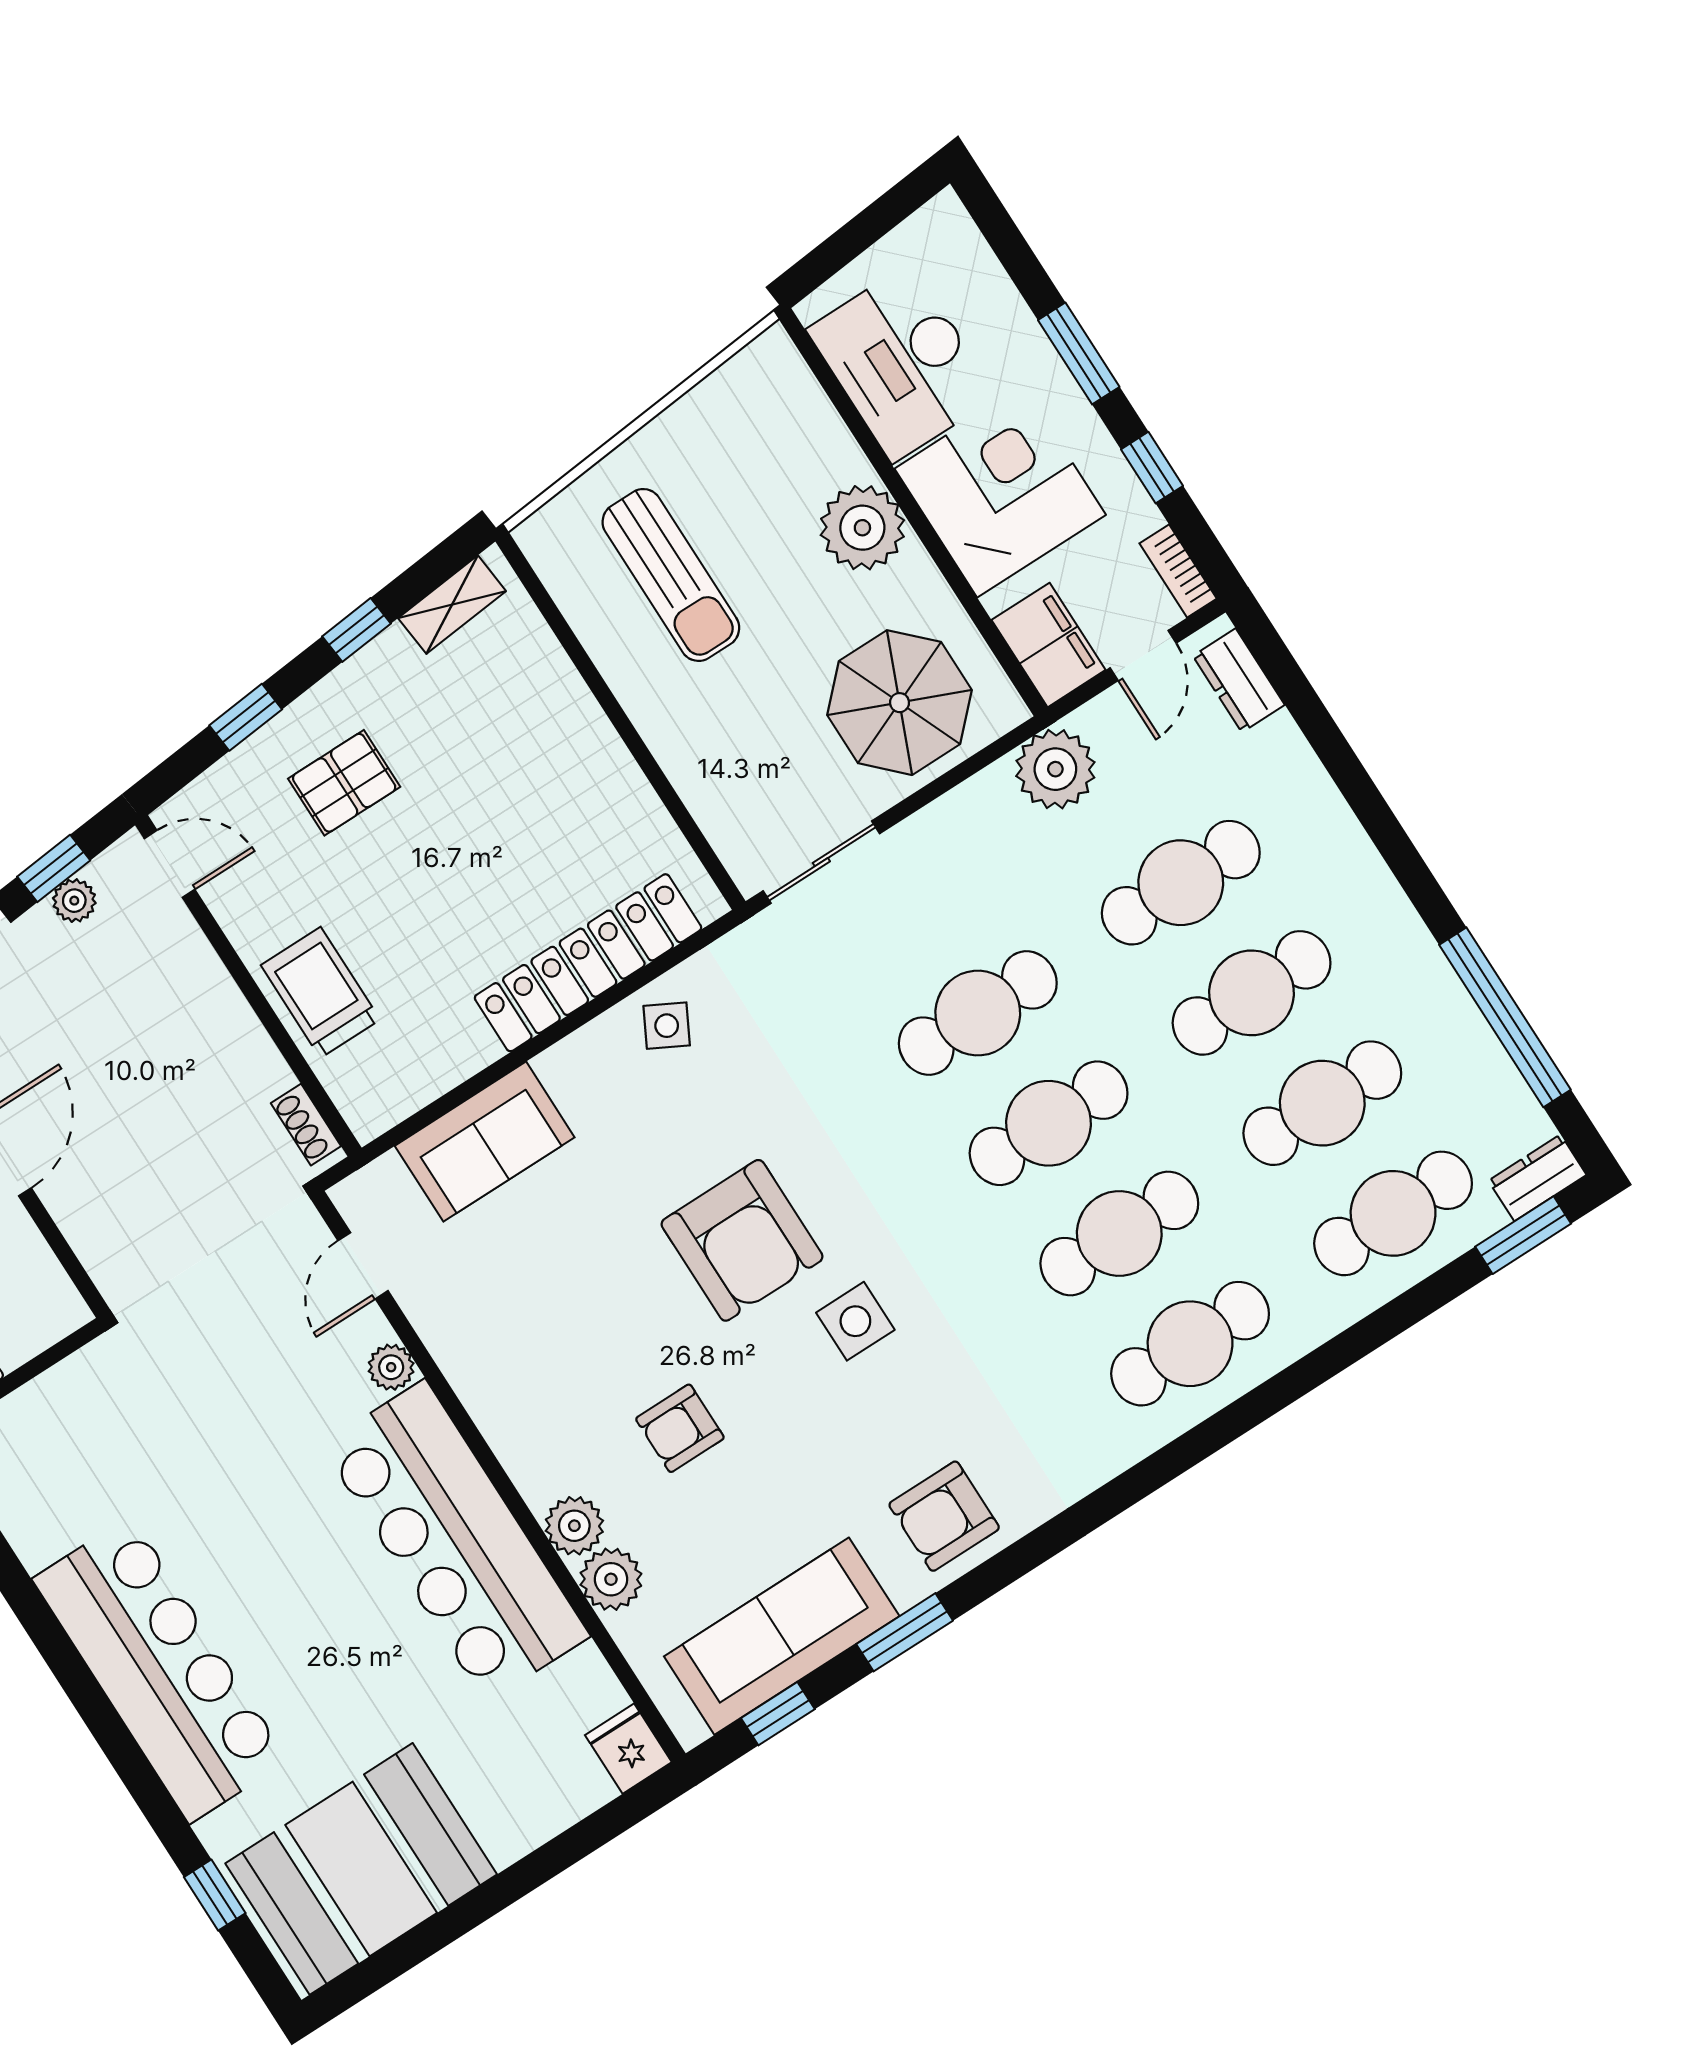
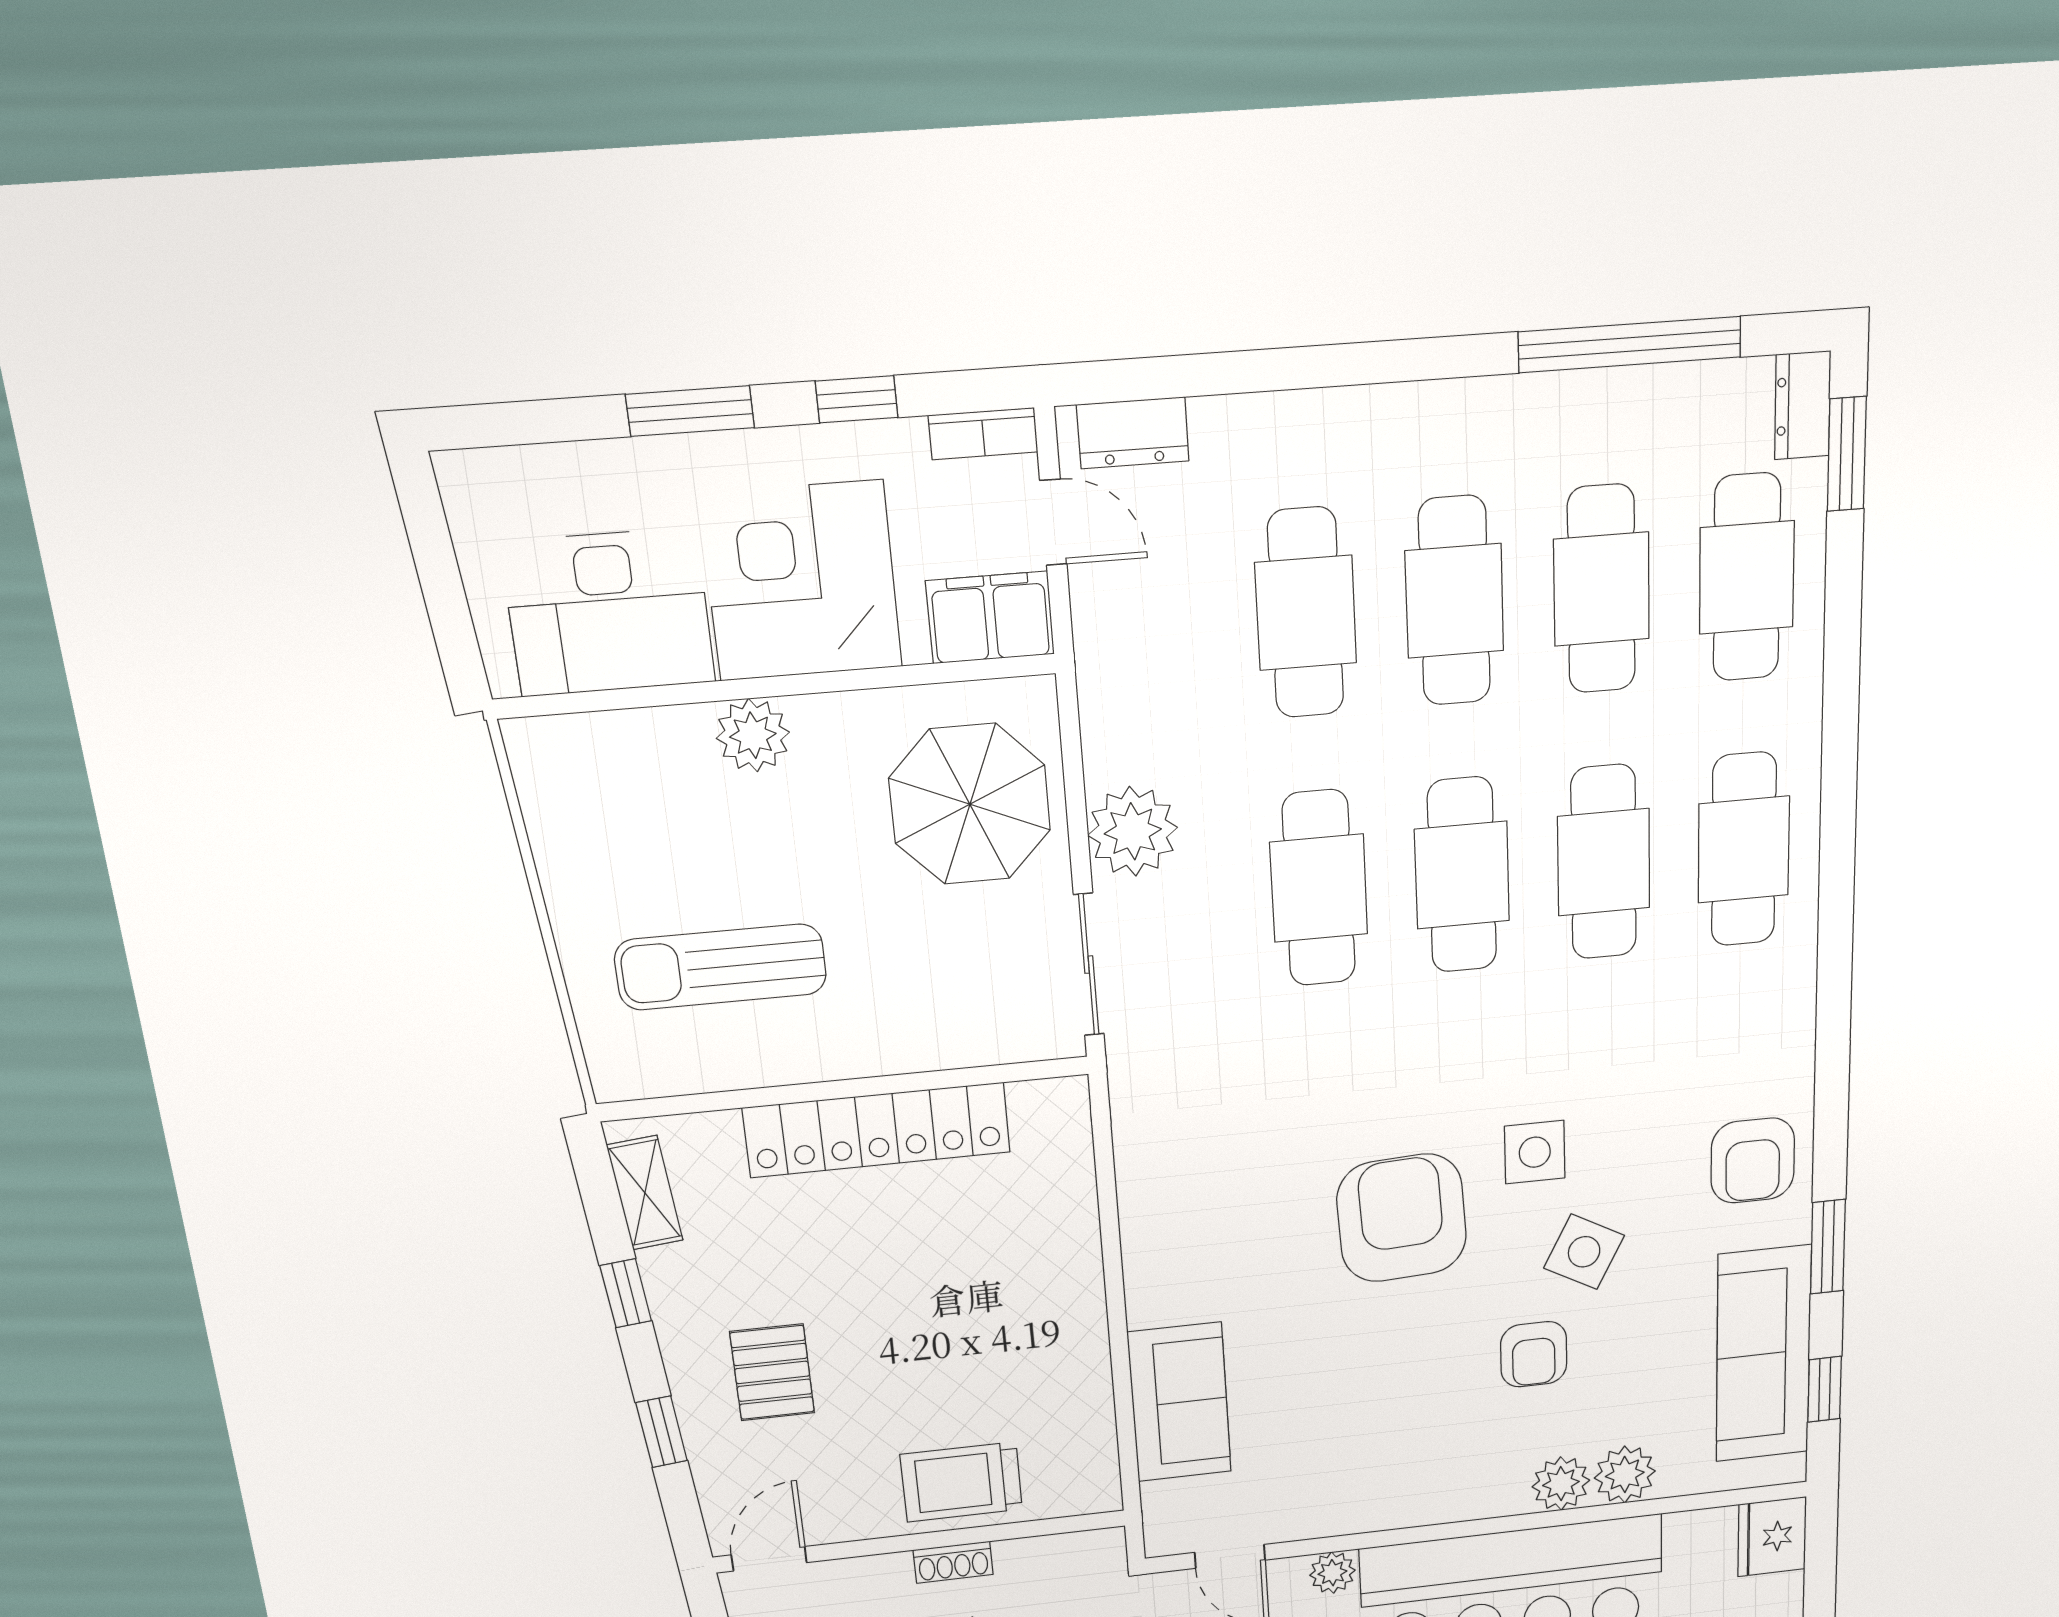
plant: (862, 528) -> (753, 735), width x0.73, depth x0.73
sun lounger: (671, 575) -> (721, 967), turned 180
plant: (1055, 769) -> (1133, 831), moved
locker: (588, 963) -> (877, 1130), moved, turned -90
side table: (667, 1026) -> (1584, 1252), moved, width x1.37, depth x1.37
shoe rack: (306, 1125) -> (953, 1562), moved
armchair: (742, 1240) -> (1402, 1218), turned -93
fridge: (628, 1749) -> (1772, 1537), width x1.38

